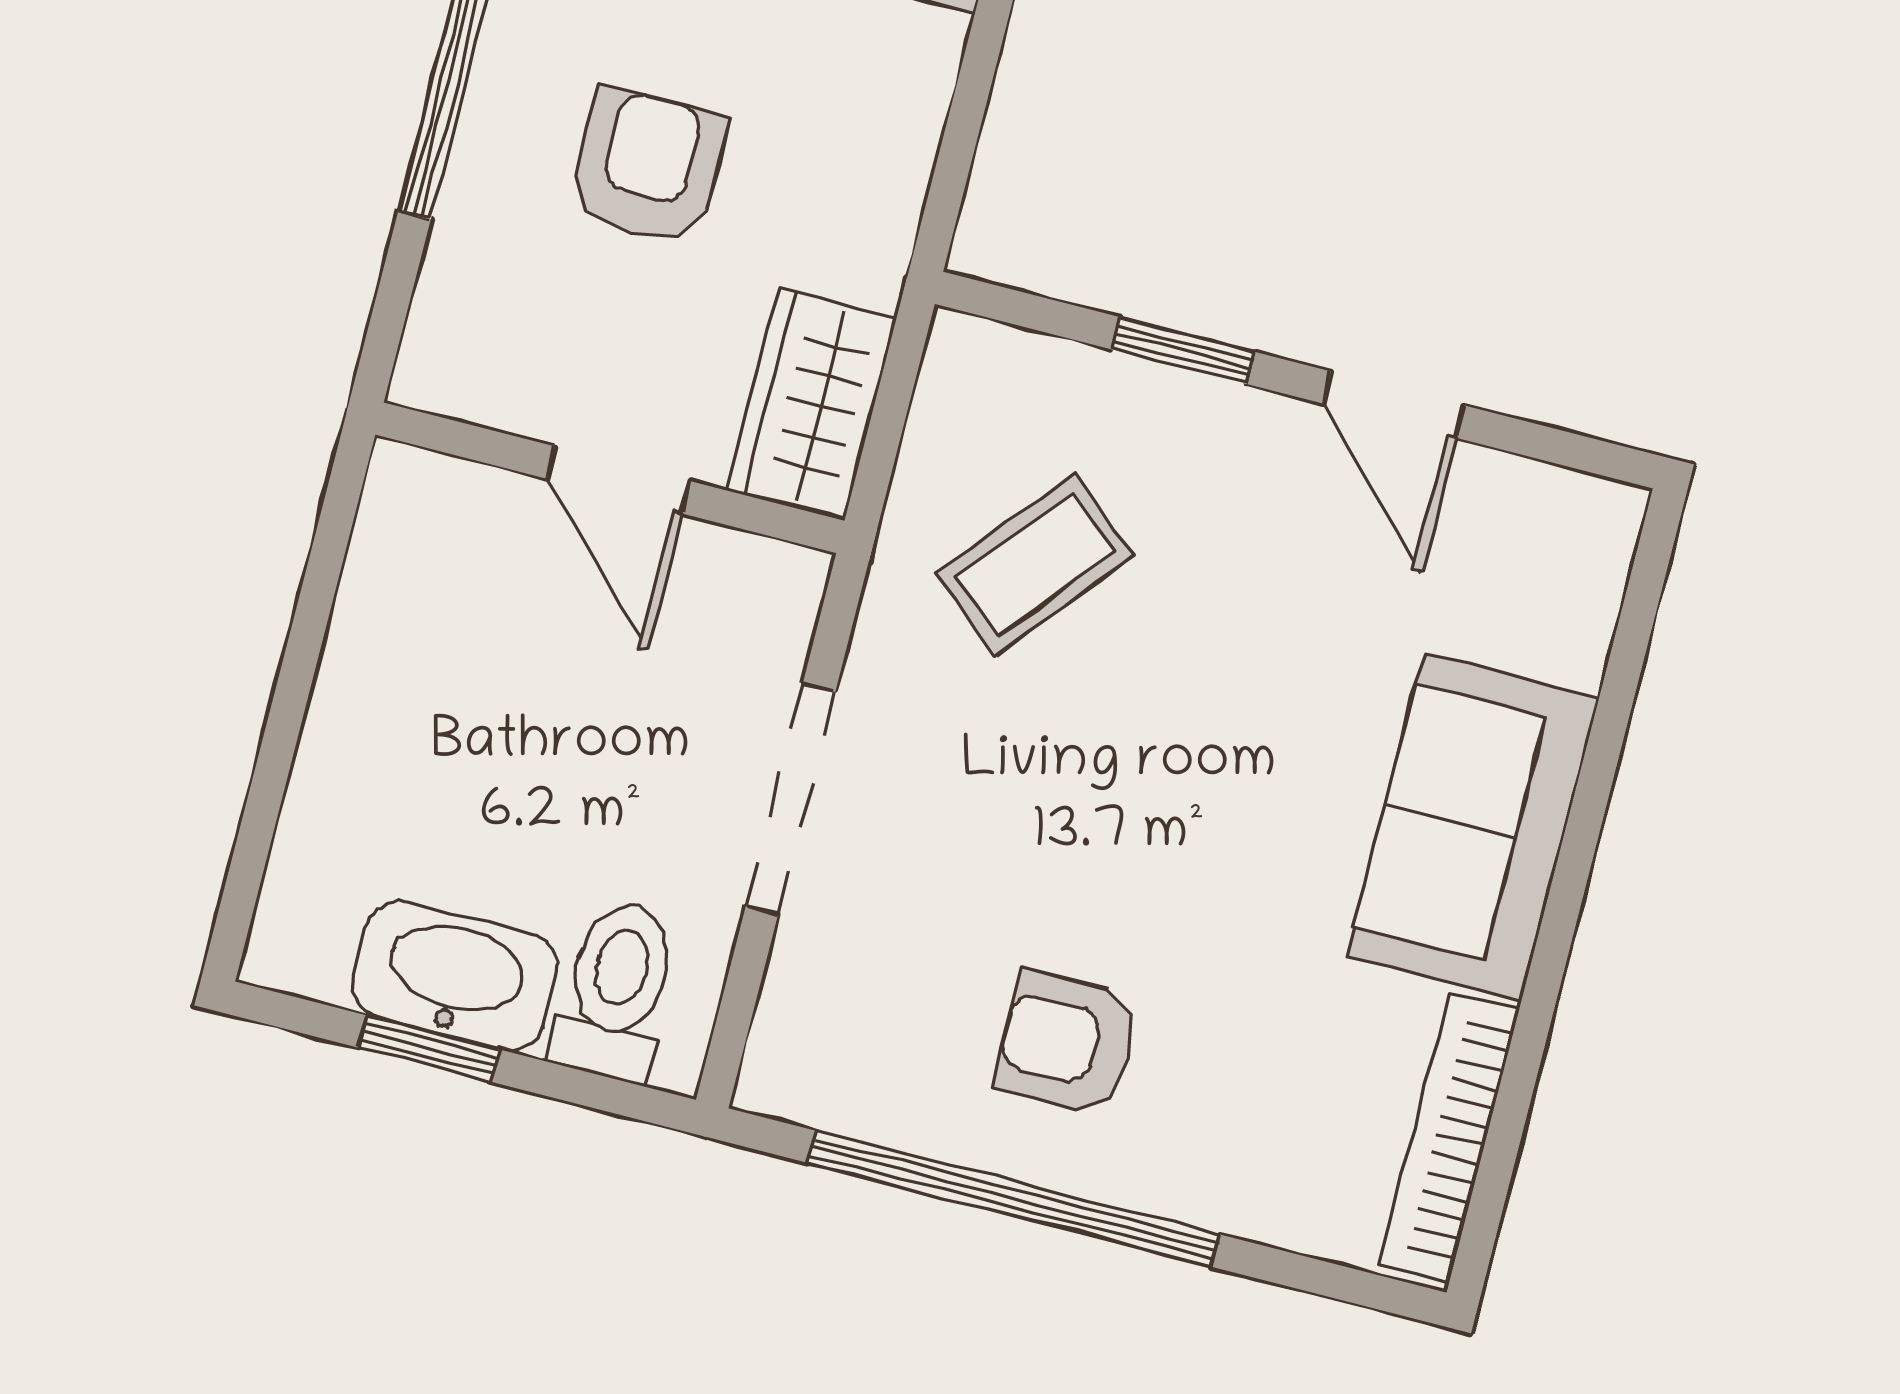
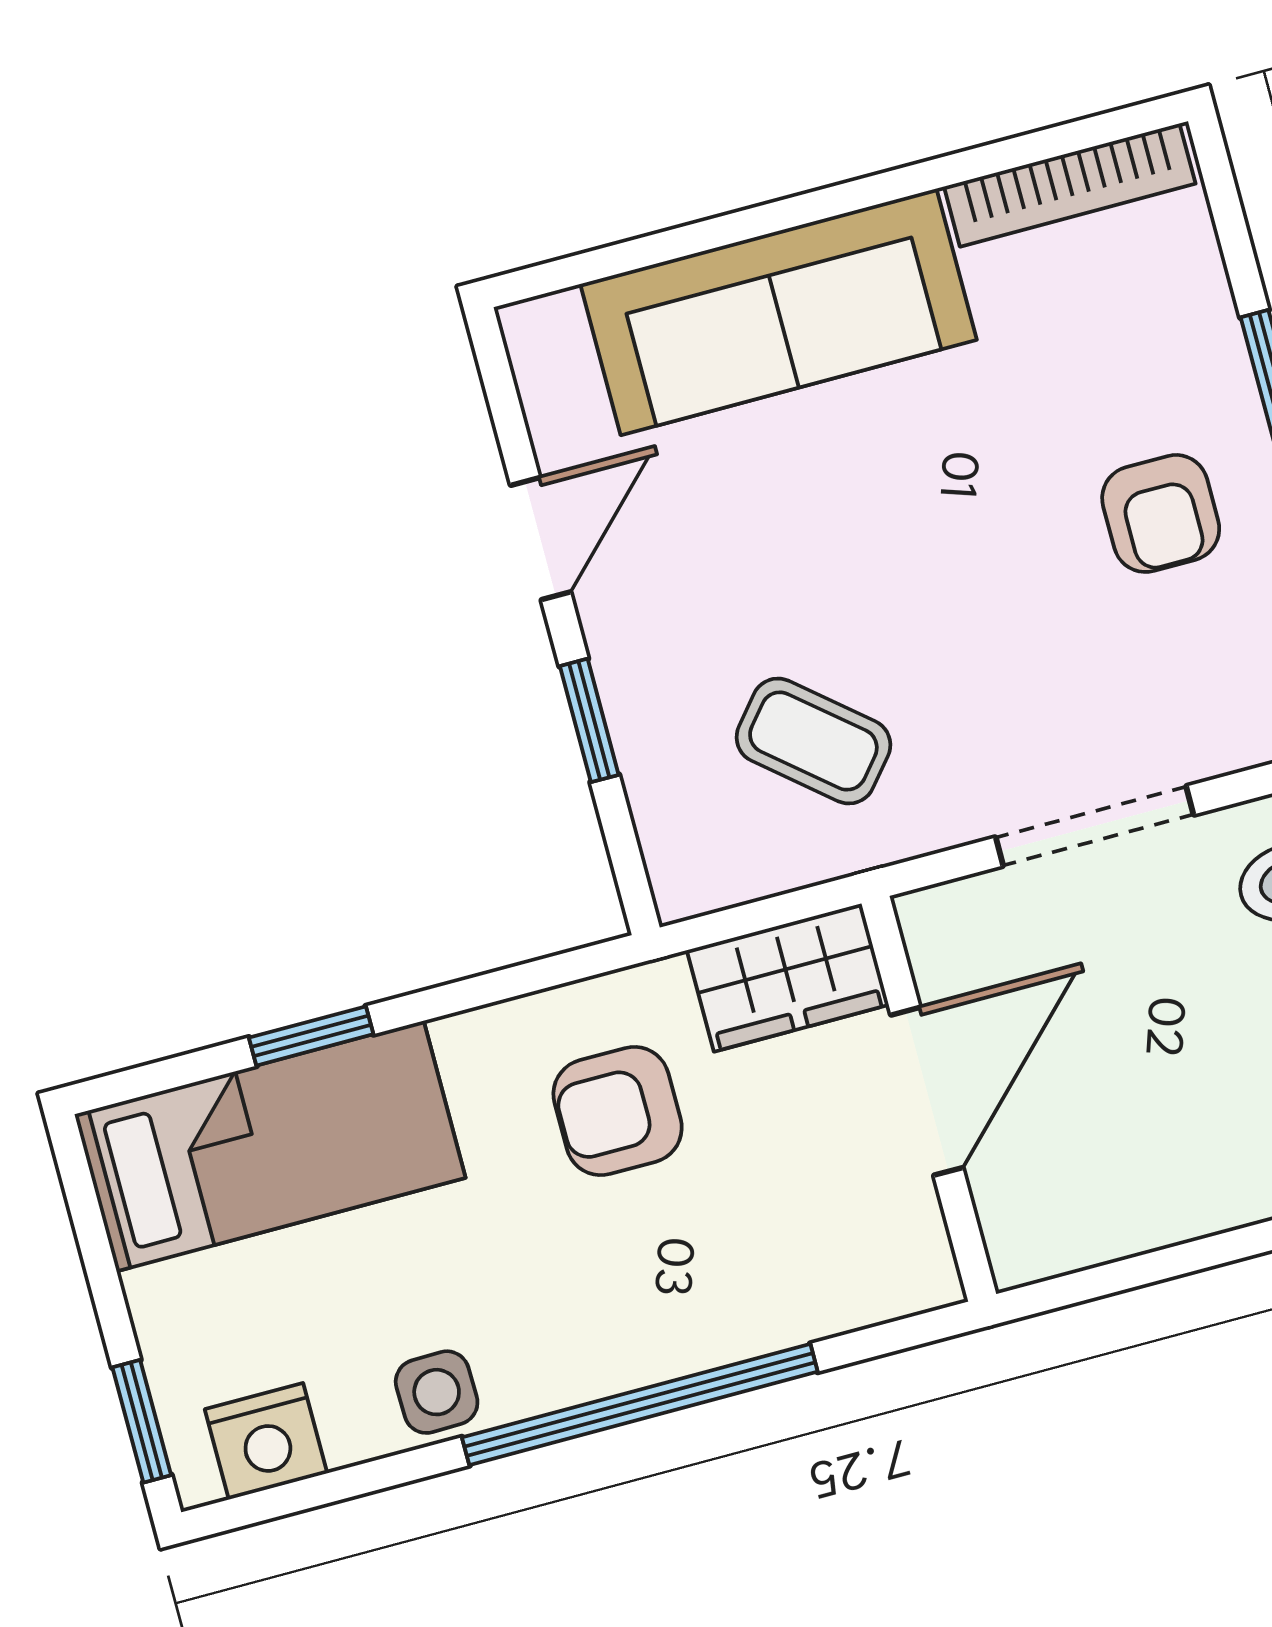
armchair: (648, 167) -> (618, 1111), moved
door: (619, 480) -> (927, 1091), width x1.38
sofa: (1473, 827) -> (779, 312), width x1.36

